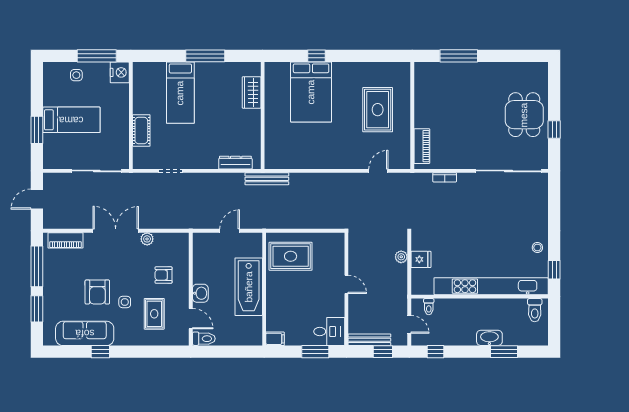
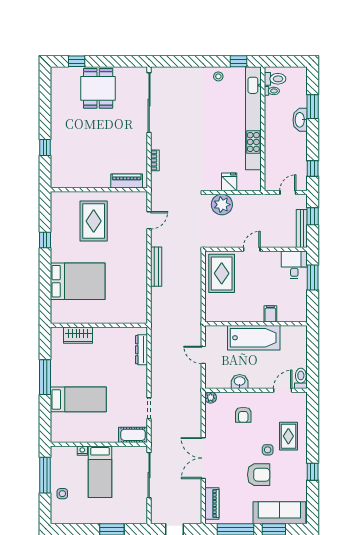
window: (316, 56) -> (45, 240), moved
window: (459, 56) -> (45, 148), width x0.46
nightstand: (120, 72) -> (82, 451), moved, width x0.53, depth x0.56
rug: (378, 110) -> (94, 221), turned 90
dining table: (524, 115) -> (98, 88), turned 90
bed: (71, 120) -> (100, 472), moved, turned 180
cot: (141, 130) -> (133, 435), moved
window: (554, 130) -> (77, 61), moved
door: (378, 171) -> (149, 220), swing flipped
bench: (267, 179) -> (156, 267), moved
plant: (147, 239) -> (211, 398), moved
rug: (291, 256) -> (222, 273), moved
plant: (401, 257) -> (222, 205), width x1.88, depth x1.88
washbasin: (200, 293) -> (240, 381), moved
toilet: (429, 307) -> (272, 91), moved
rug: (154, 314) -> (288, 436), moved, turned 90
sofa: (85, 333) -> (279, 513), moved, turned 90
filing cabinet: (275, 339) -> (270, 314), moved

